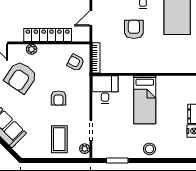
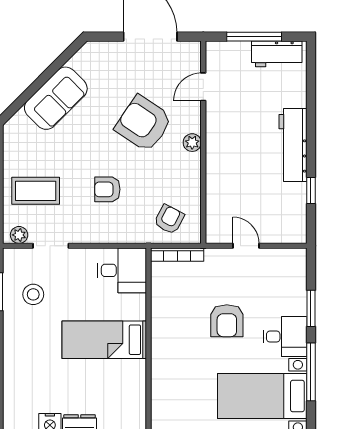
armchair: (134, 29) -> (227, 321), turned 90
locker: (48, 35) -> (217, 170), removed
stool: (149, 149) -> (33, 294), moved

